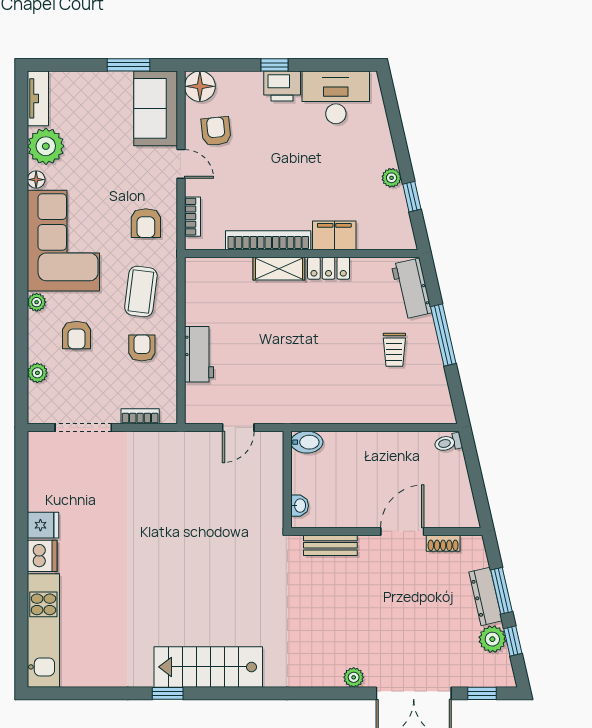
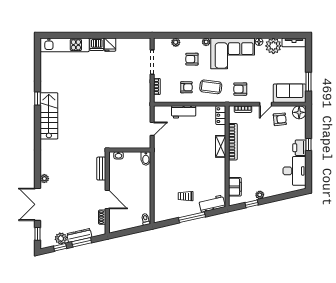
filing cabinet: (334, 235) -> (235, 187), moved
locker: (329, 268) -> (221, 115), moved
door: (238, 428) -> (152, 129), swing flipped

